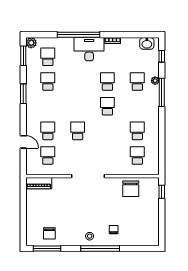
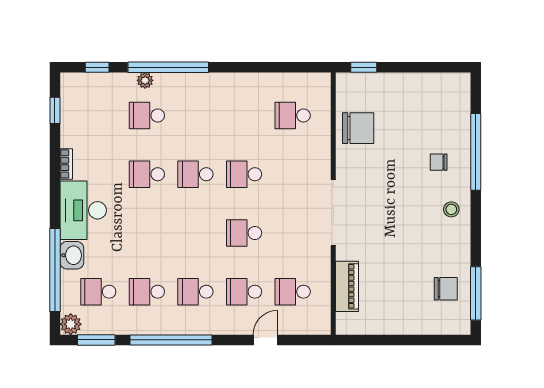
window: (79, 35) -> (55, 270), moved
window: (140, 35) -> (55, 110), added
washbasin: (147, 43) -> (72, 255), moved
window: (162, 92) -> (168, 67), width x1.46
window: (23, 94) -> (171, 340), width x2.11
school desk: (48, 106) -> (195, 292), added
school desk: (137, 131) -> (244, 174), moved
piano: (39, 183) -> (347, 286), moved
window: (100, 249) -> (476, 152), moved

